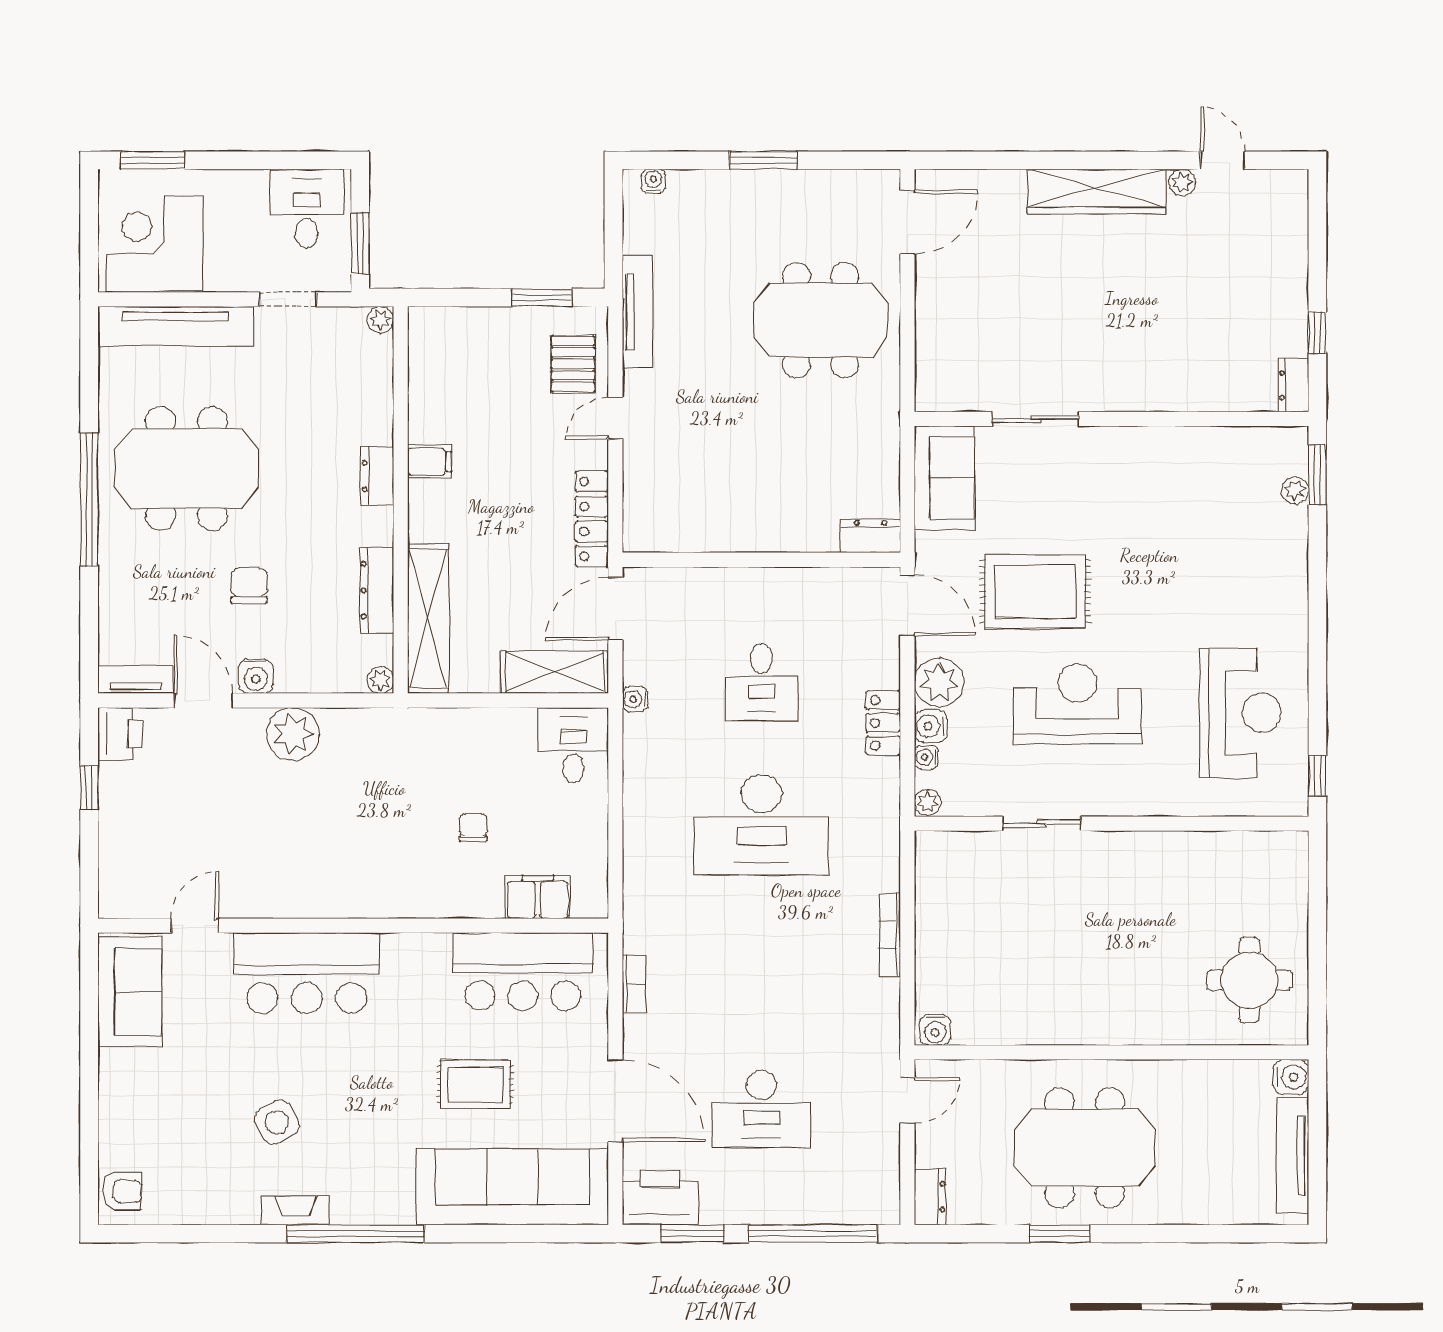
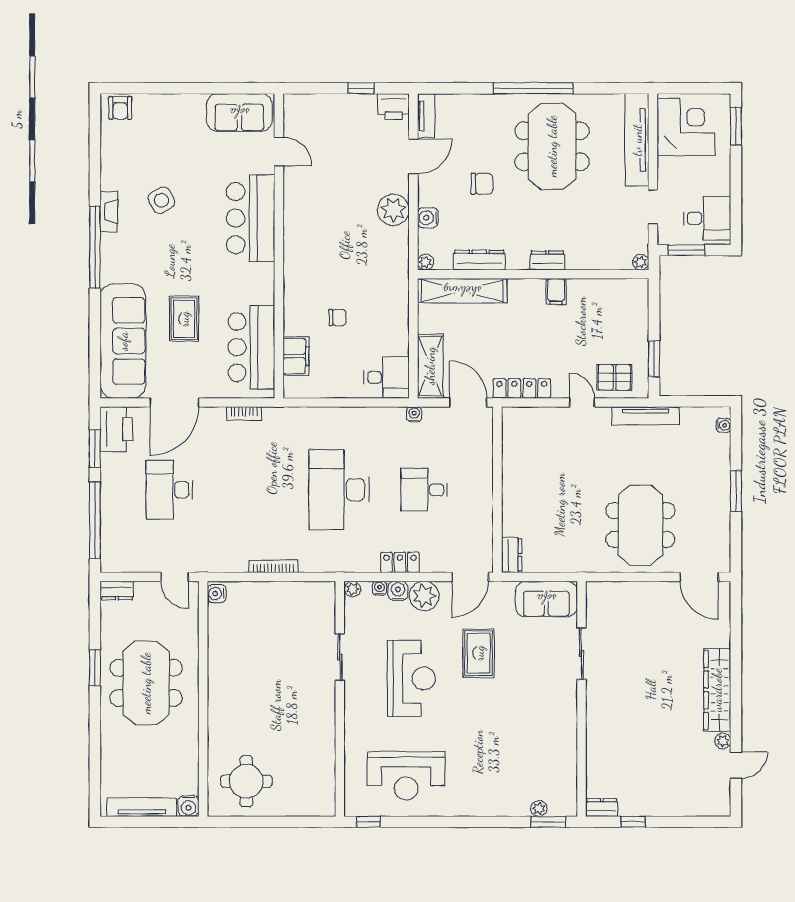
rug: (1035, 591) -> (479, 653), width x0.73, depth x0.70
water cooler: (256, 676) -> (428, 218), moved

